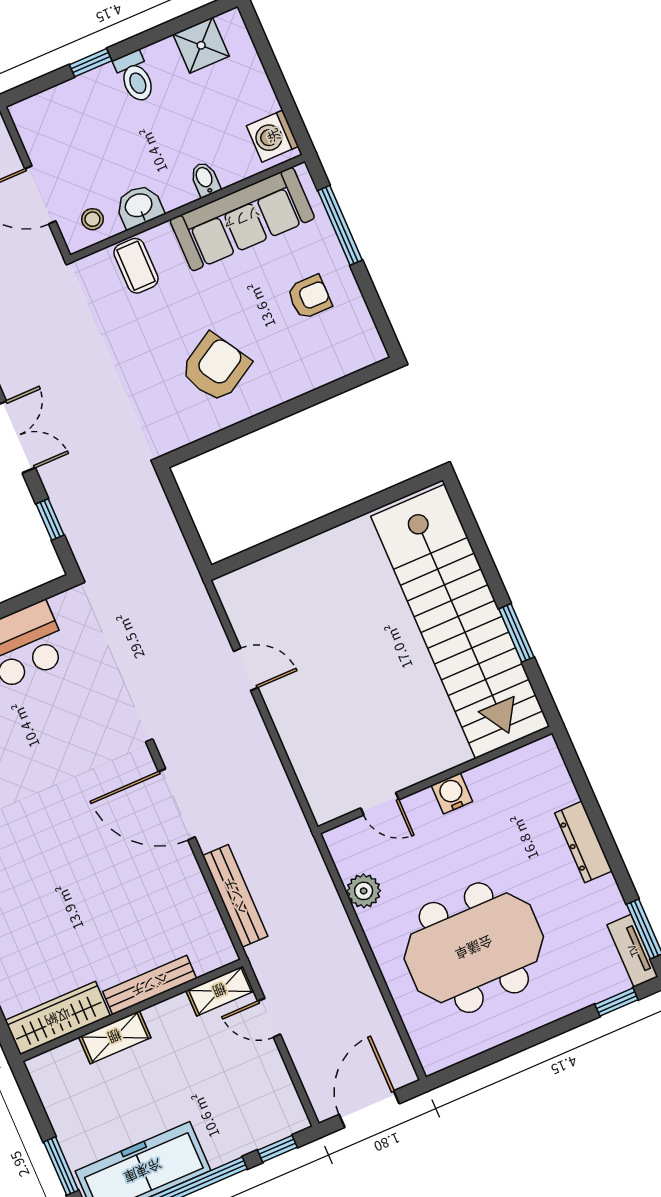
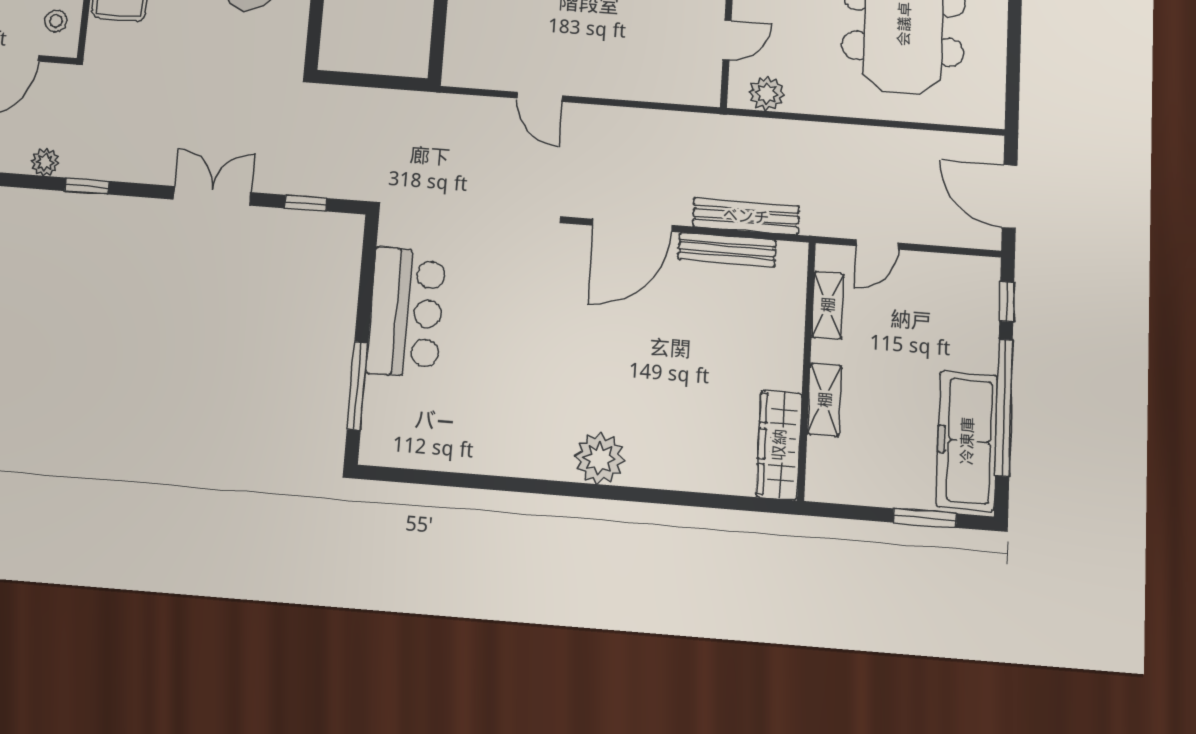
door: (246, 669) -> (540, 97), swing flipped
plant: (364, 891) -> (767, 94), moved
bench: (150, 985) -> (727, 250), moved, turned 90
shelving: (220, 991) -> (828, 305), moved

